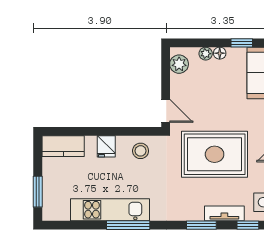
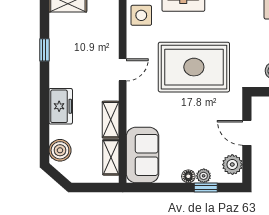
window: (242, 43) -> (206, 188), moved
door: (166, 111) -> (247, 133), moved

